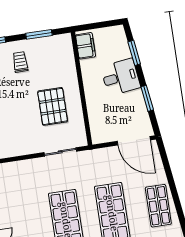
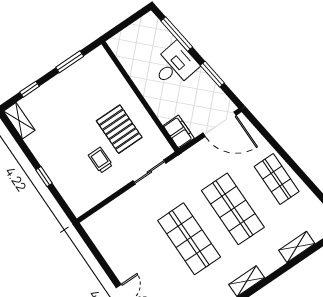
filing cabinet: (85, 46) -> (179, 132), moved
window: (134, 53) -> (177, 34), width x1.44
trolley: (20, 62) -> (100, 160), moved

